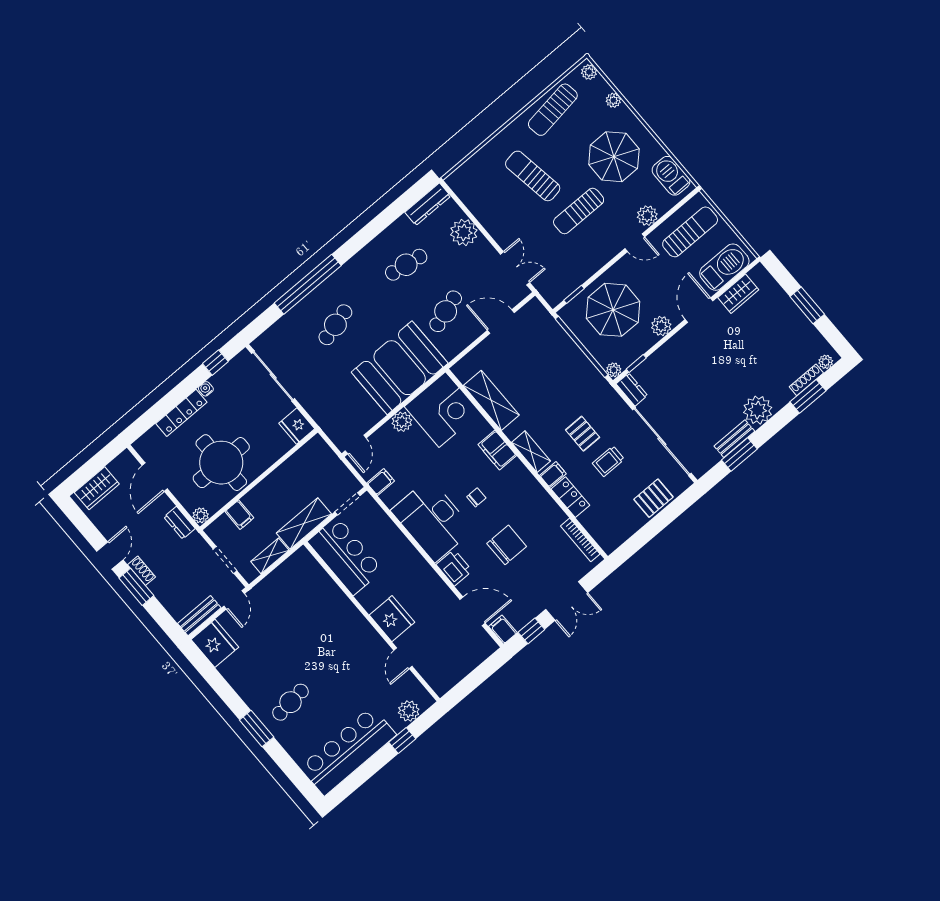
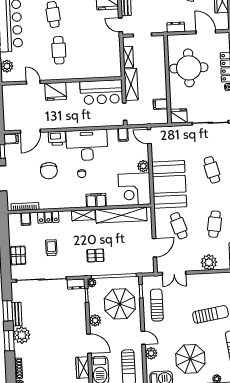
sun lounger: (579, 211) -> (157, 305), moved
door: (635, 243) -> (143, 338), swing flipped
window: (808, 396) -> (9, 341), moved
shelving: (491, 400) -> (121, 215), width x1.47
pallet: (583, 434) -> (95, 255), moved
filing cabinet: (553, 475) -> (26, 219), moved
plant: (201, 515) -> (172, 40), removed
filing cabinet: (239, 515) -> (160, 104), moved
cafe table: (333, 657) -> (59, 50), added

